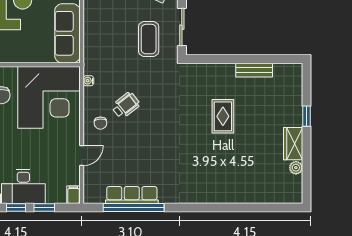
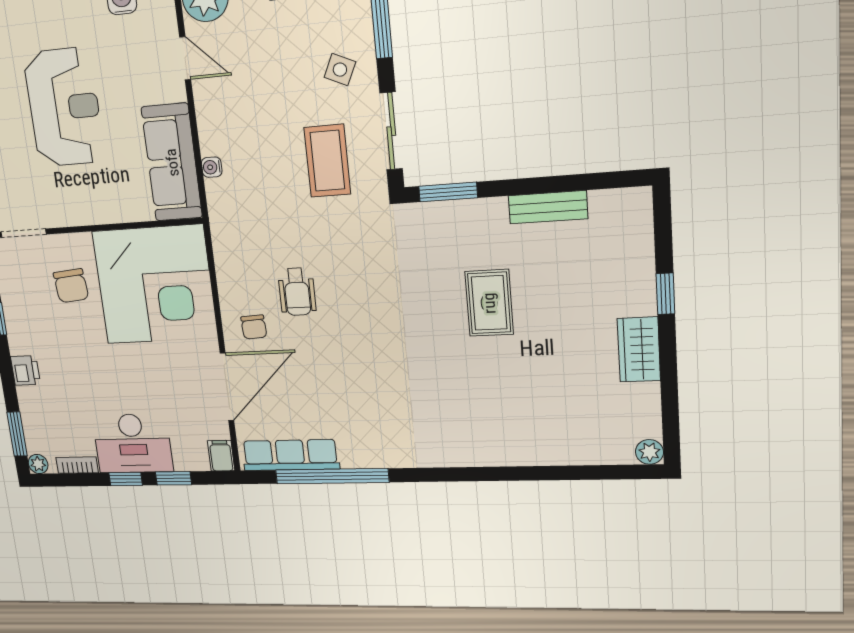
window: (207, 59) -> (448, 192), added
water cooler: (88, 81) -> (212, 167), moved
wheelchair: (126, 105) -> (297, 292), turned 128
door: (82, 155) -> (227, 387), width x1.87
plant: (296, 168) -> (649, 452), moved
row of seats: (132, 195) -> (290, 455), moved

